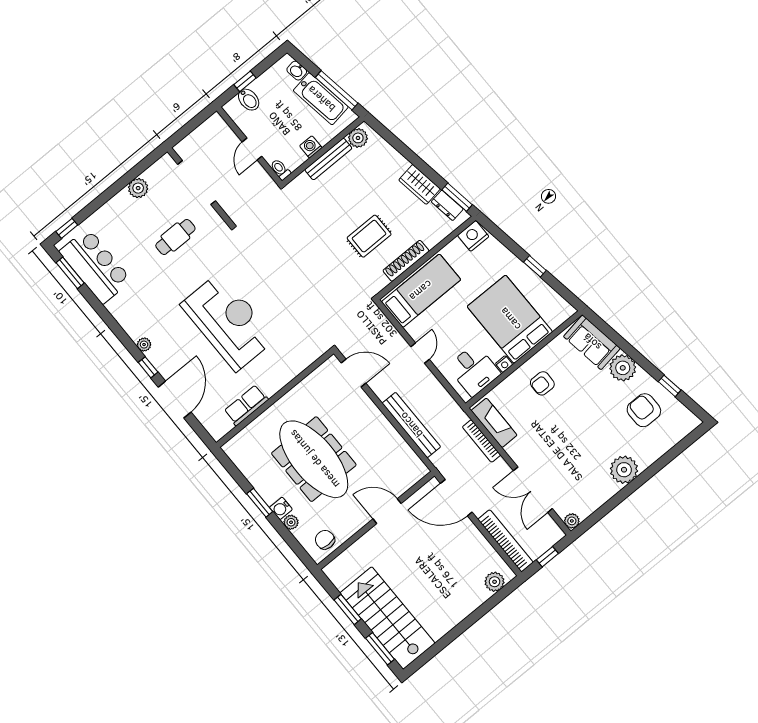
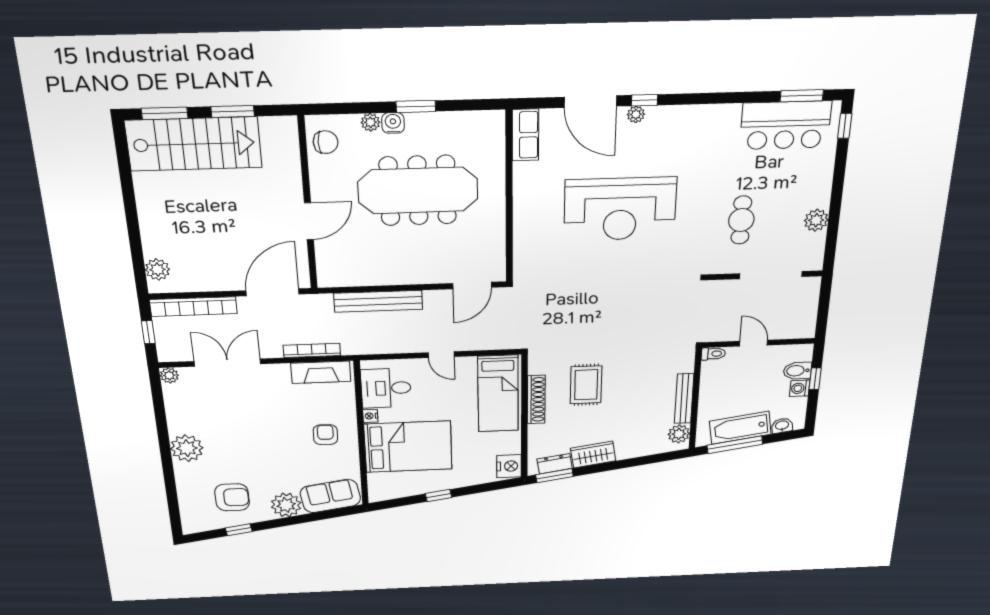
washing machine: (311, 147) -> (800, 388), moved, turned 180
plant: (144, 345) -> (636, 114), moved
row of seats: (246, 405) -> (525, 135), moved

